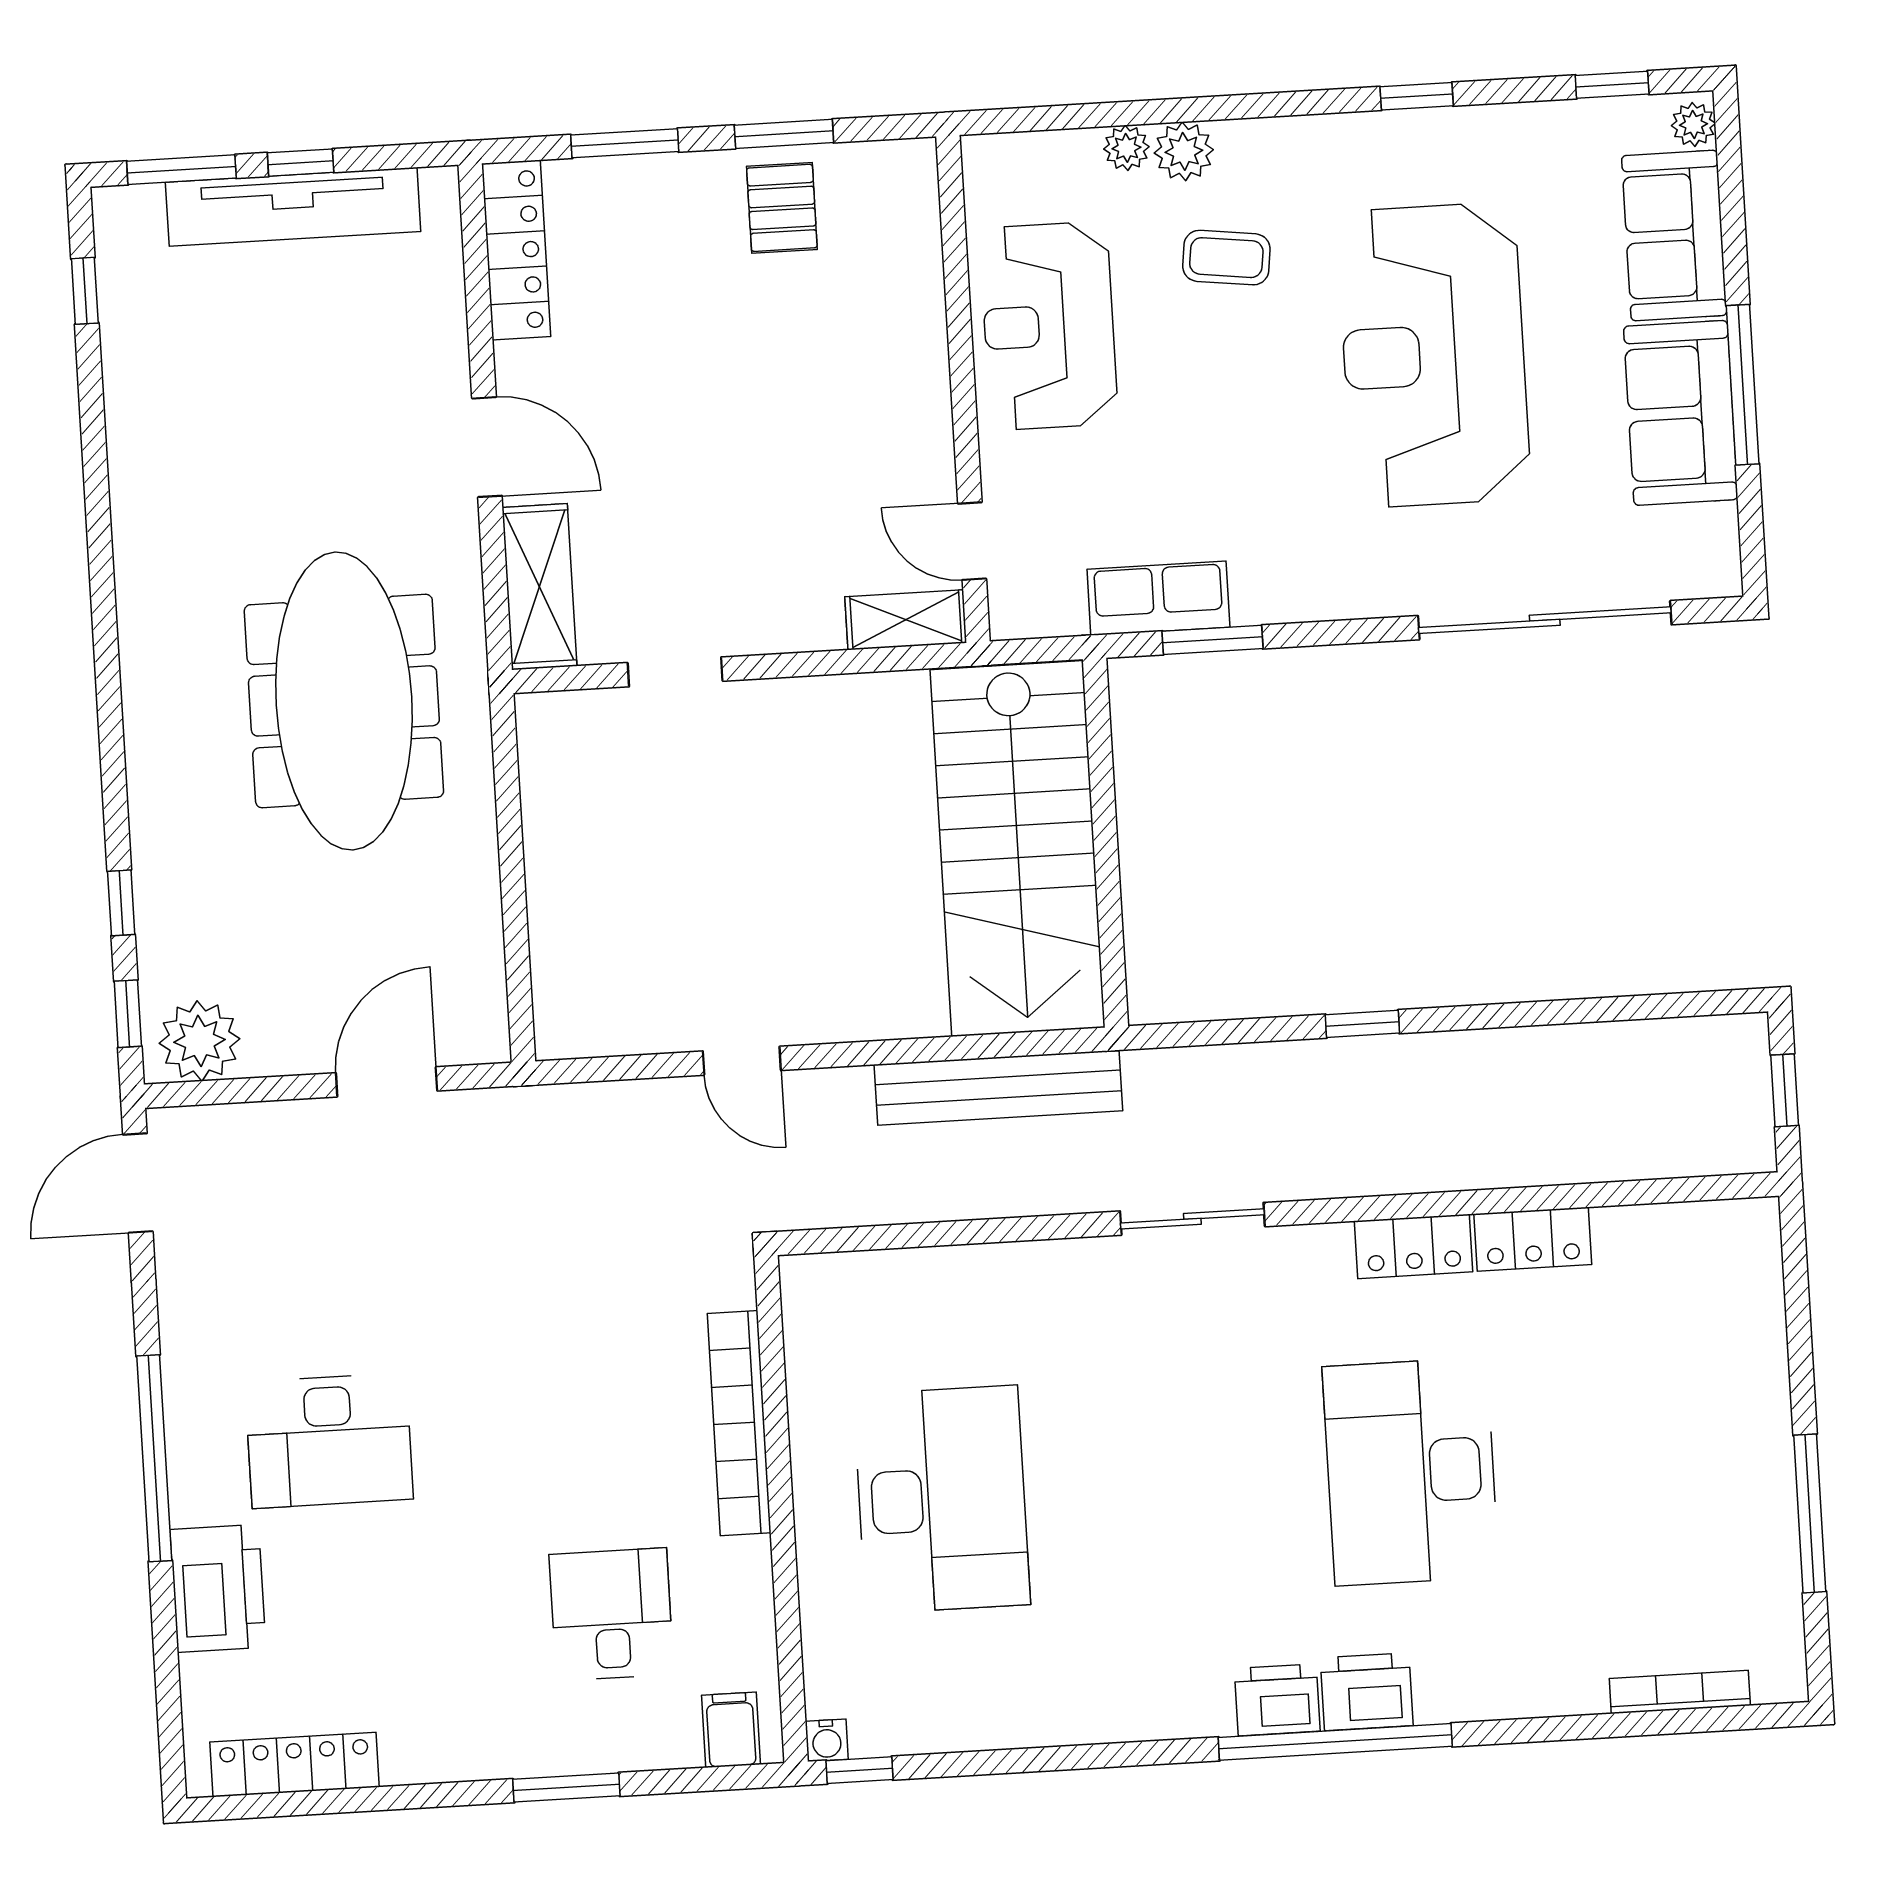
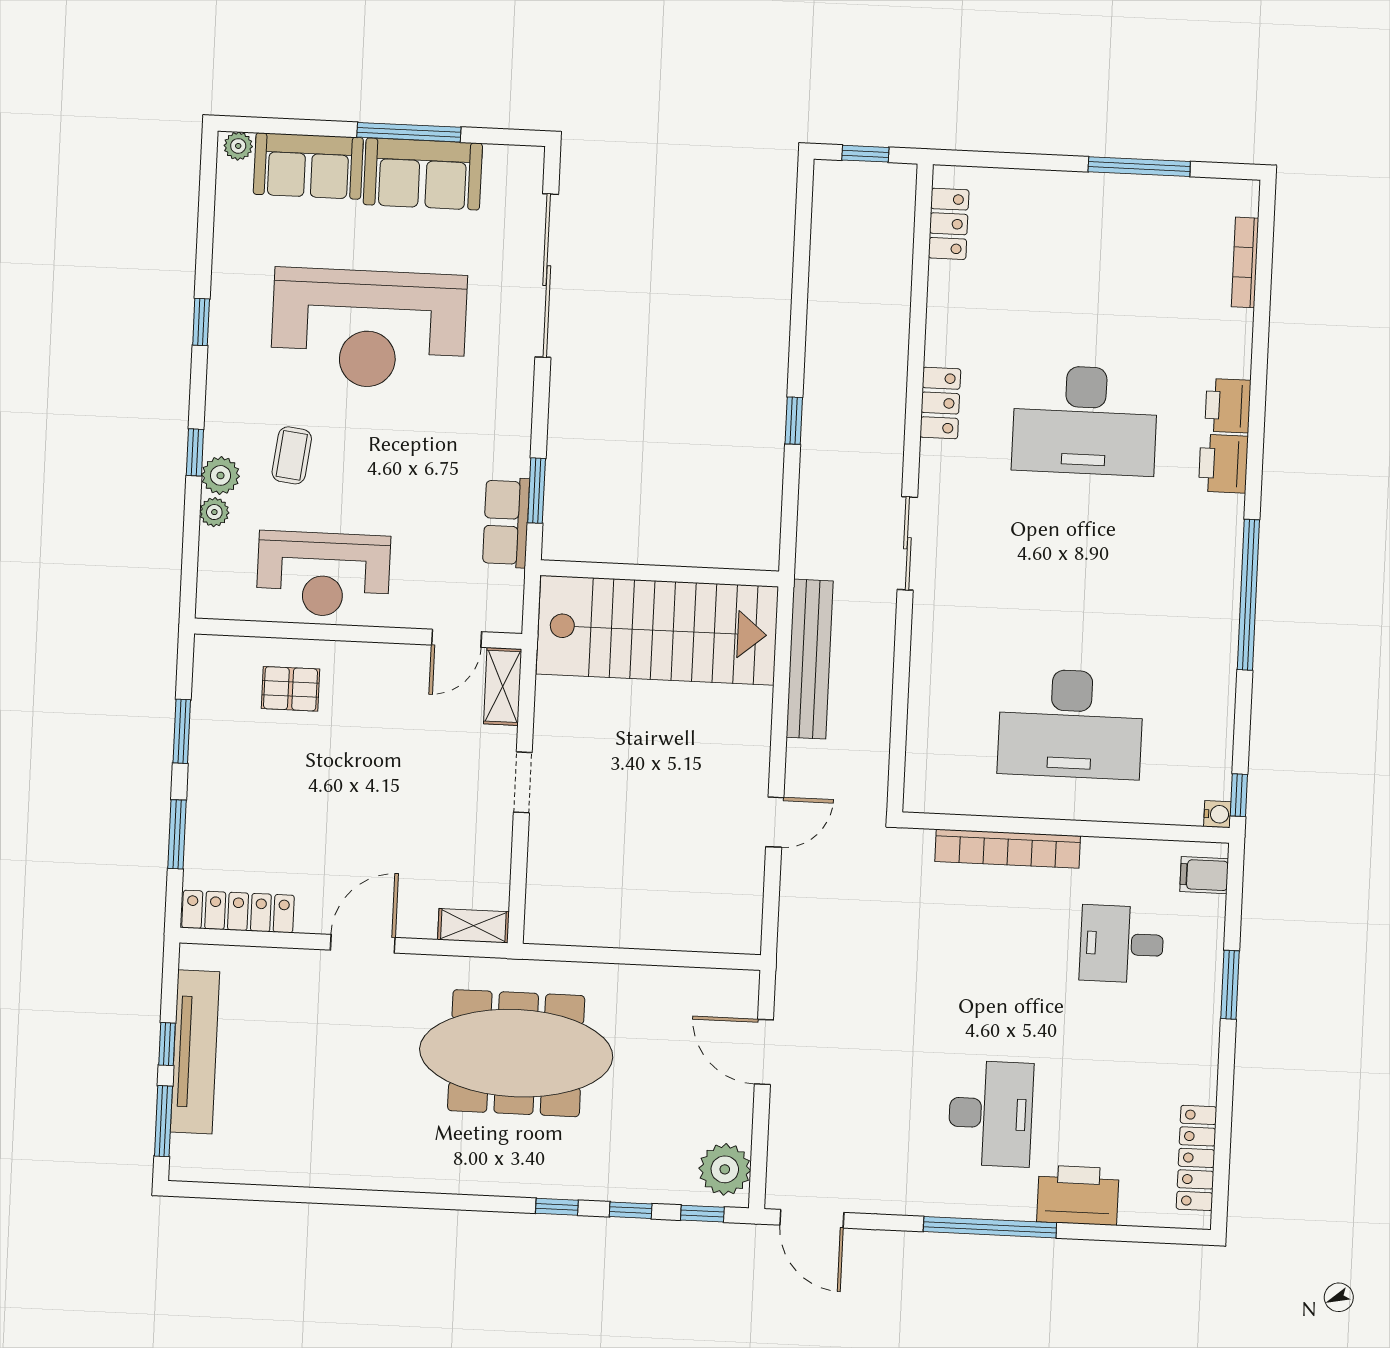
window: (1612, 85) -> (195, 452), moved
pallet: (782, 208) -> (290, 689), moved
window: (85, 291) -> (557, 1207), moved
shelving: (539, 587) -> (473, 926), width x0.67, depth x0.75
doorway: (675, 672) -> (523, 782), moved
locker: (1533, 1239) -> (949, 224), moved
desk: (942, 1499) -> (1071, 724), turned 180
printer: (1277, 1700) -> (1228, 406), moved
window: (1335, 1742) -> (1248, 595), moved

